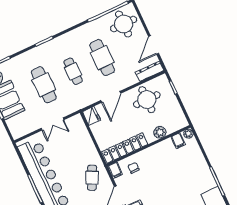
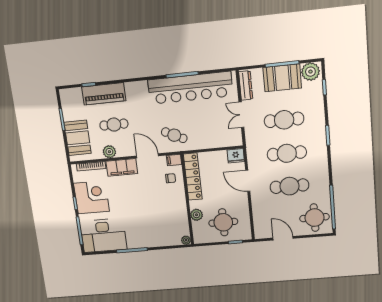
cafe table: (73, 71) -> (287, 153), width x1.37, depth x1.35
dresser: (150, 71) -> (246, 86), moved
round table: (147, 100) -> (223, 222), moved
filing cabinet: (178, 141) -> (183, 229), removed

